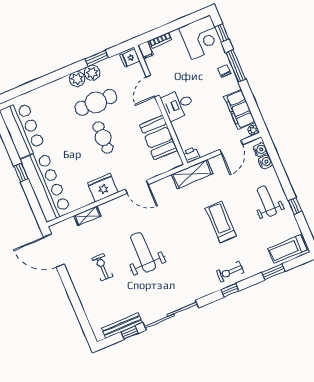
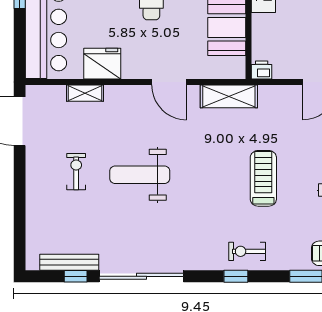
shelving: (192, 174) -> (229, 96), moved
fridge: (103, 188) -> (102, 64), moved
weight bench: (143, 252) -> (140, 175), turned -90

